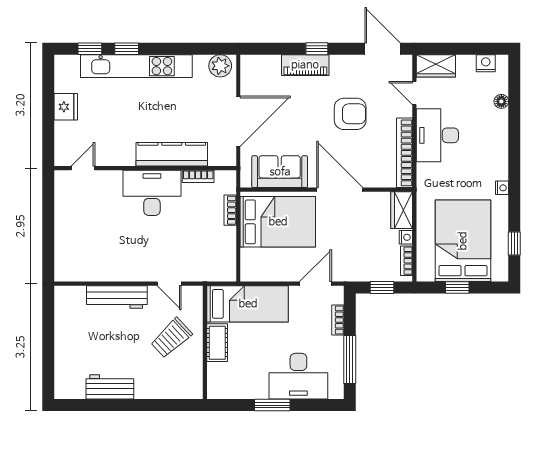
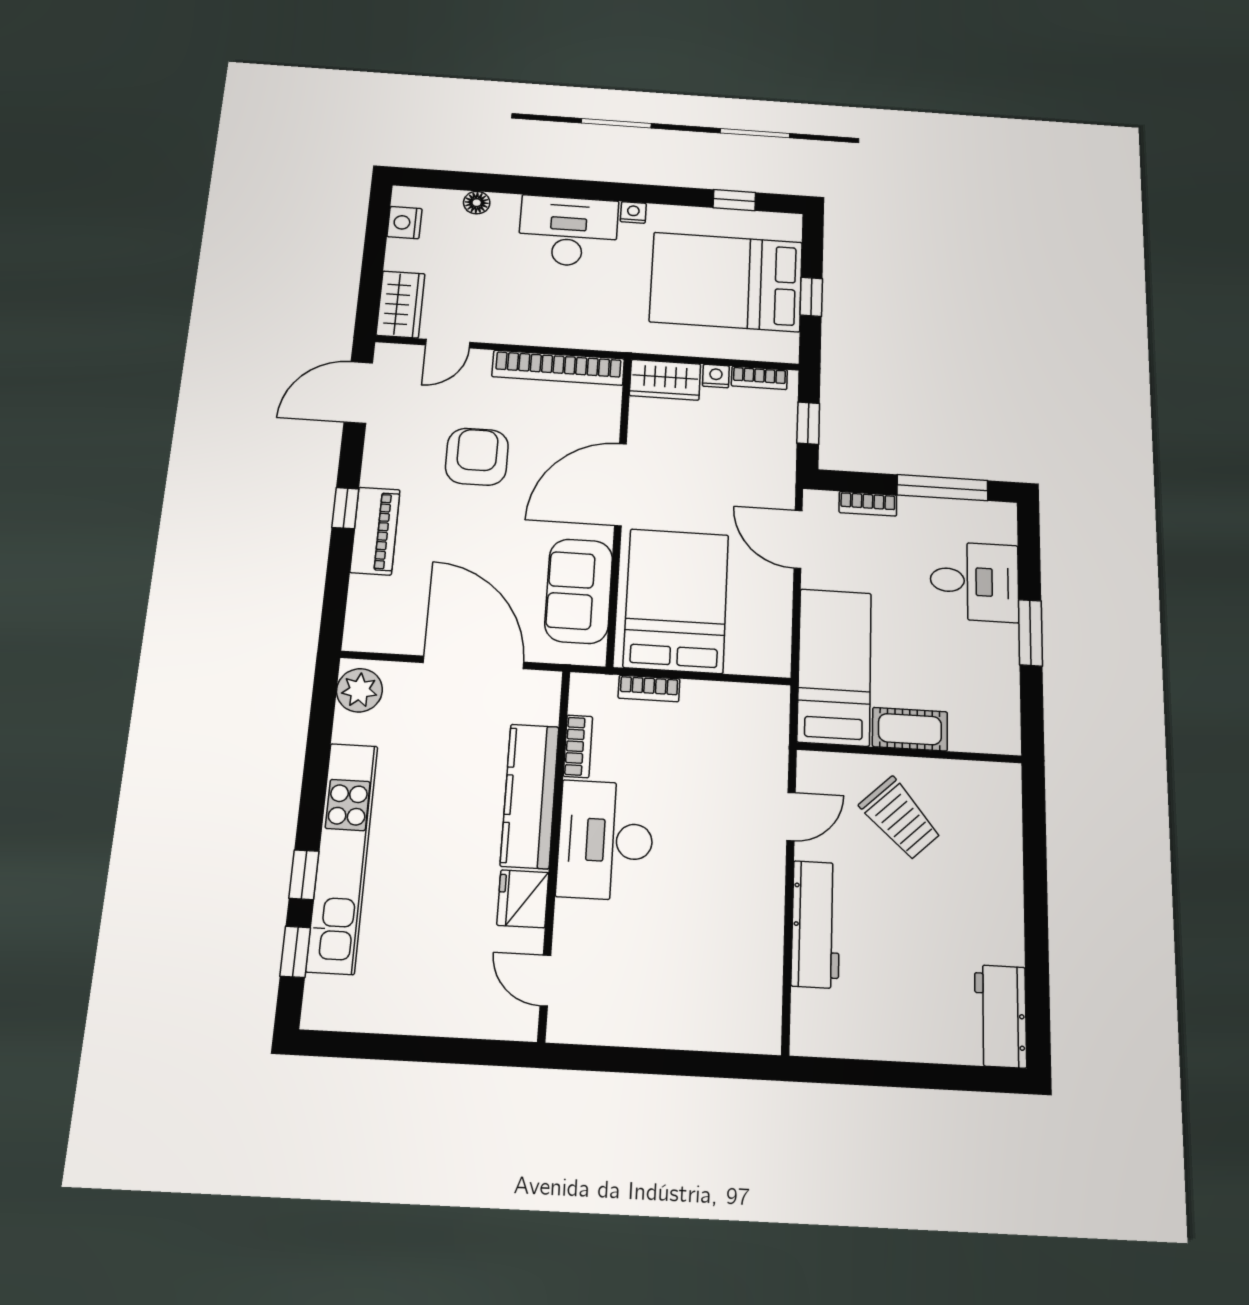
fridge: (66, 107) -> (523, 899), moved, turned -90
desk: (437, 135) -> (568, 231), moved, turned 180
desk: (298, 376) -> (975, 581), width x0.73
workbench: (110, 387) -> (1000, 1016), moved

